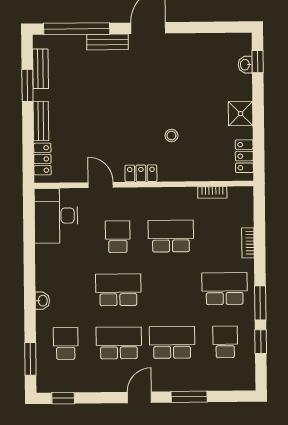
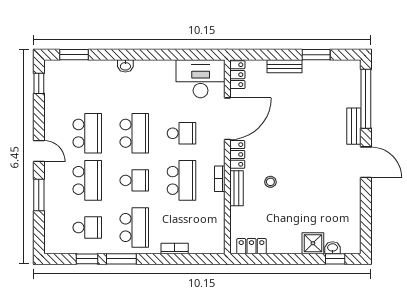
bench: (41, 69) -> (237, 188), moved, turned 90
shower: (241, 114) -> (313, 243), moved
locker: (42, 159) -> (237, 75), moved, turned -90
door: (101, 185) -> (227, 119), width x1.88
bookcase: (212, 192) -> (220, 179), moved
school desk: (66, 343) -> (134, 180), moved

